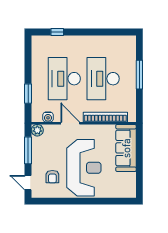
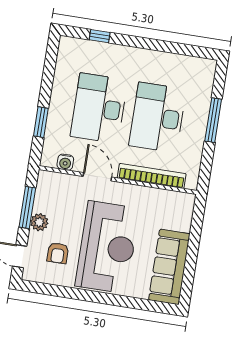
plant: (37, 130) -> (39, 222), moved
sofa: (126, 148) -> (169, 267), moved

